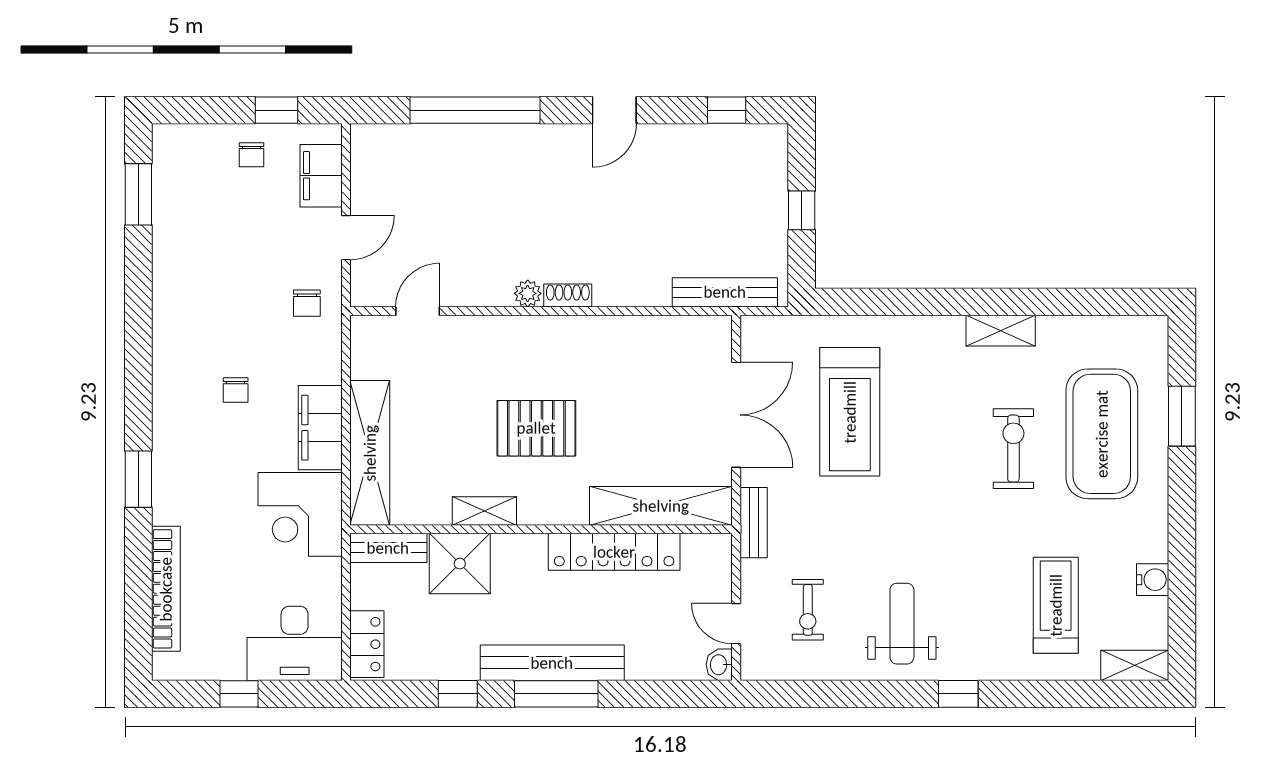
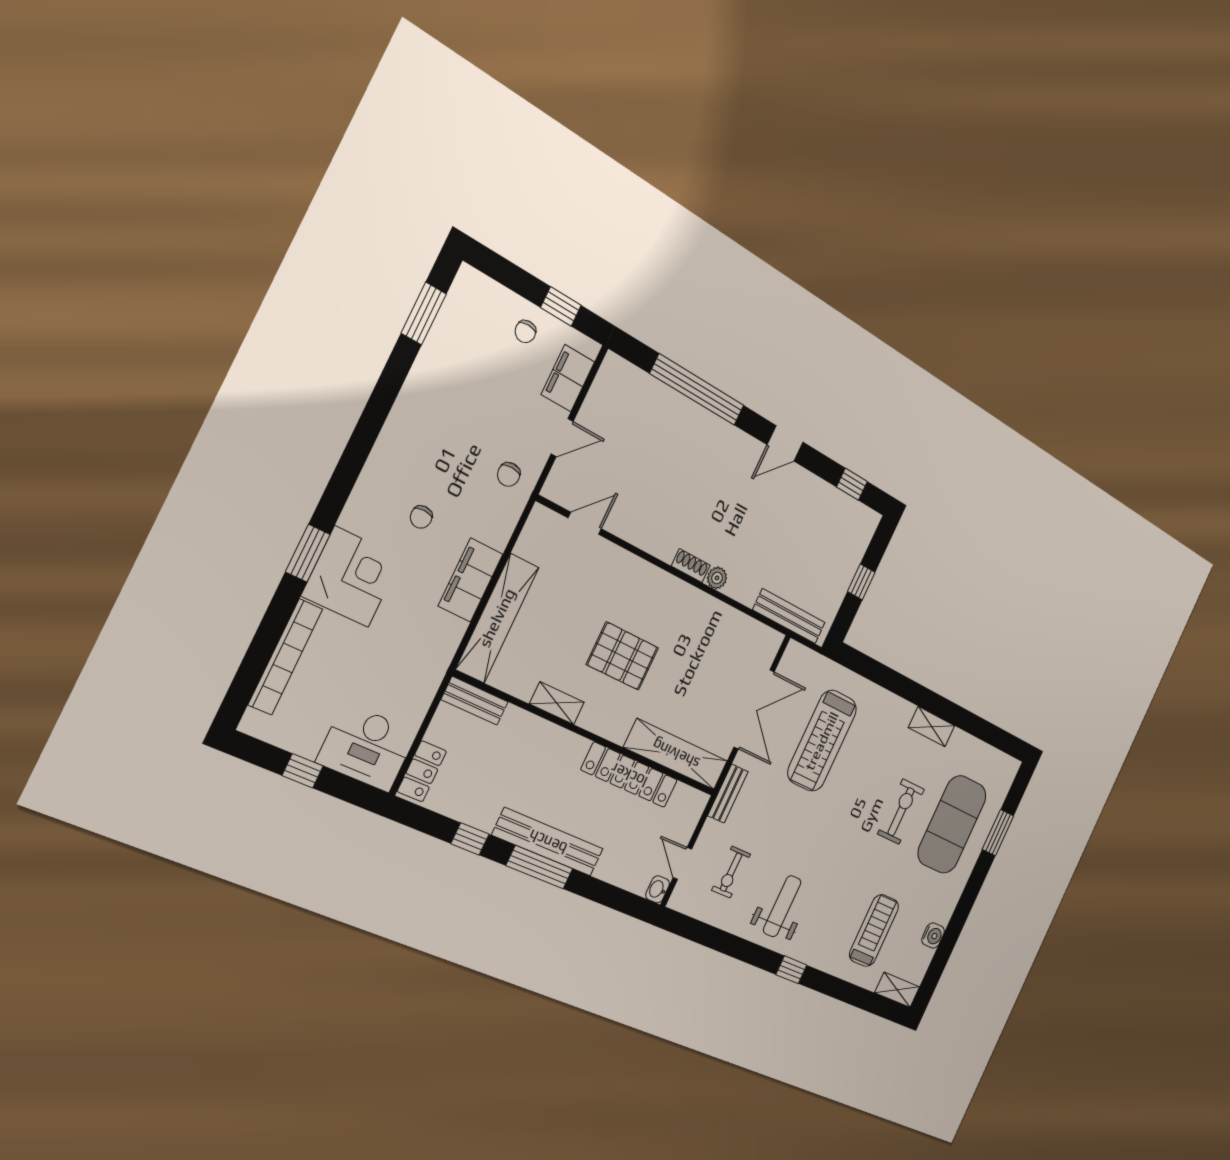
plant: (528, 293) -> (717, 578), moved
corner desk: (300, 514) -> (352, 577), moved, turned 180
shower: (460, 564) -> (520, 736), removed

